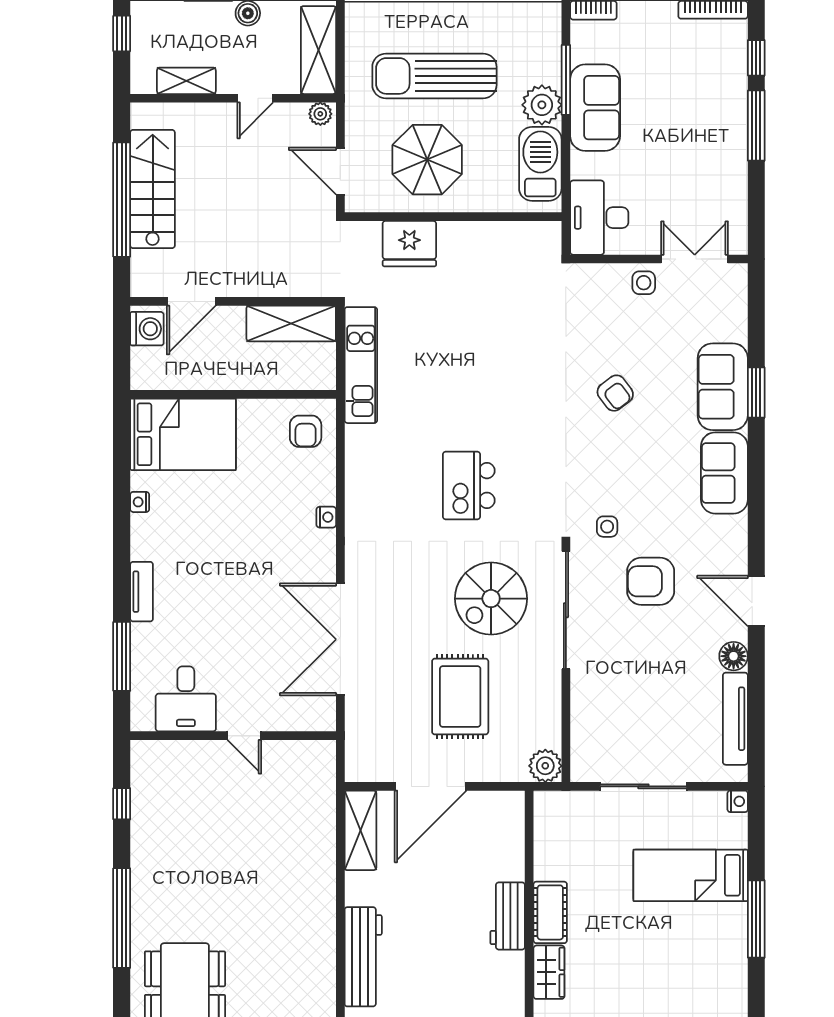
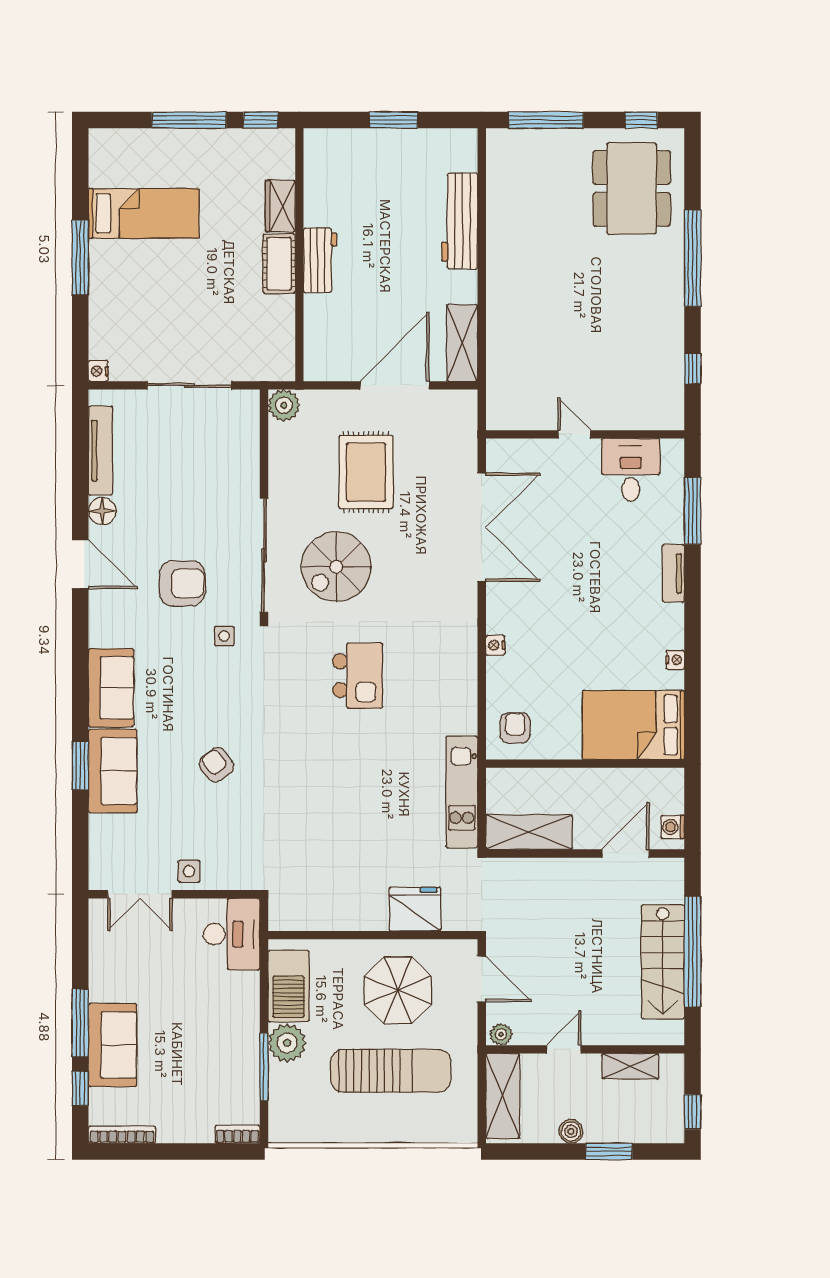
sofa: (595, 108) -> (113, 1045), moved, turned 180
washing machine: (147, 329) -> (673, 827), width x0.73, depth x0.73
spiral stairs: (491, 599) -> (336, 567), turned 180
bed: (691, 875) -> (144, 213), moved

